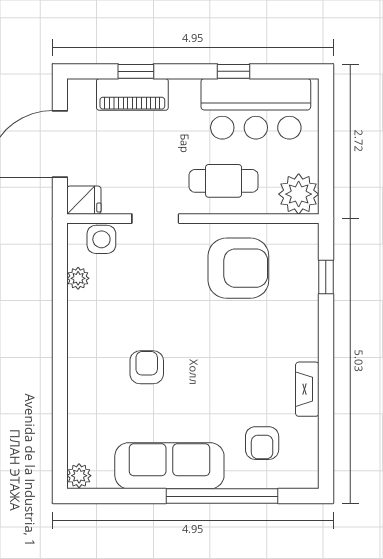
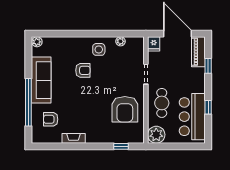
piano: (132, 94) -> (198, 52), moved
side table: (101, 239) -> (99, 49), moved

